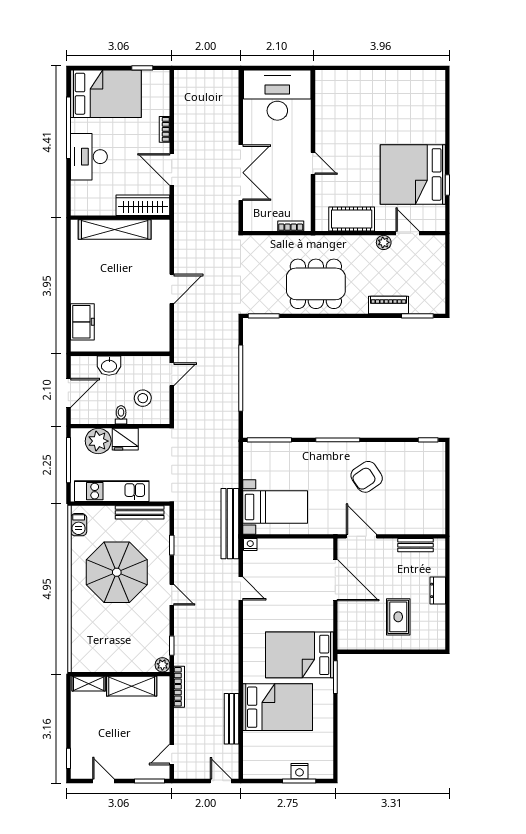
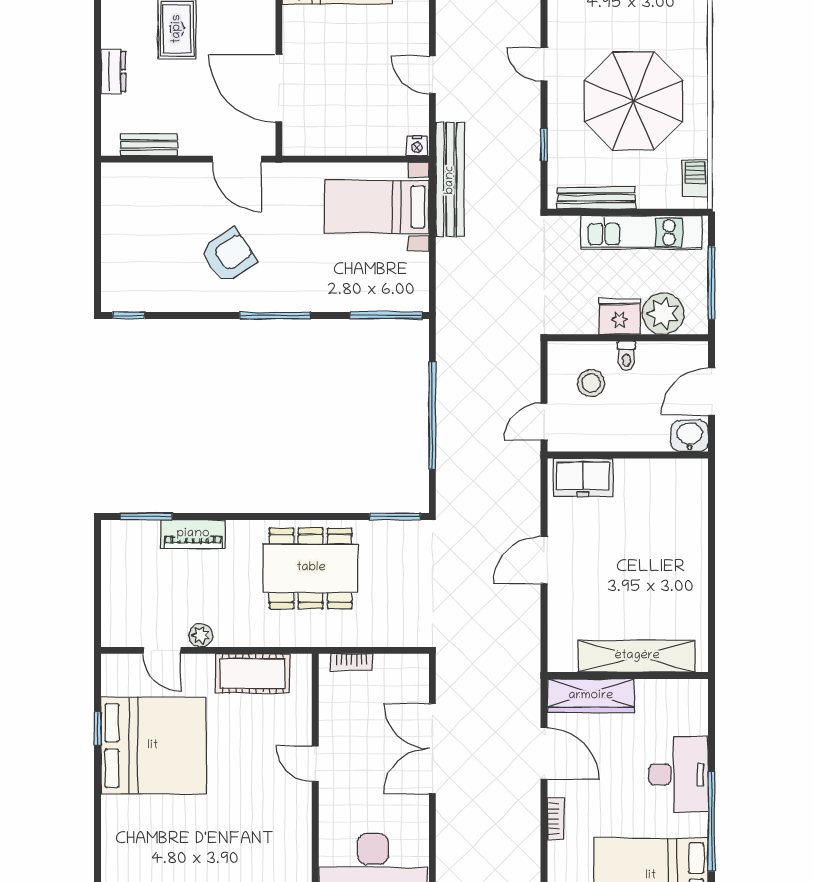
freezer: (82, 322) -> (583, 478), moved, turned -90
washbasin: (109, 366) -> (689, 436), moved

